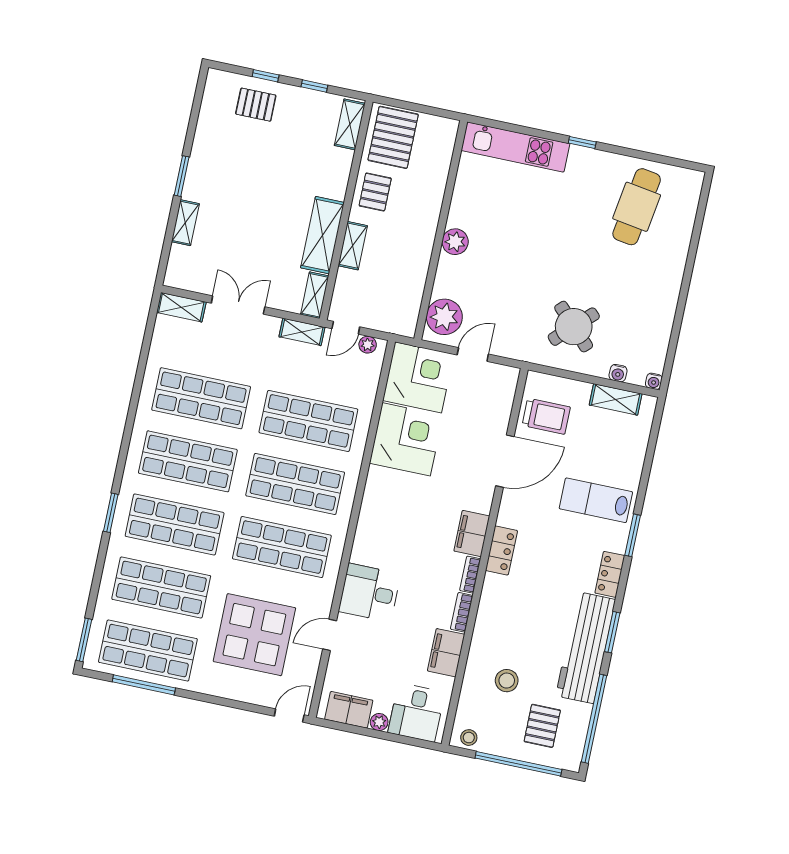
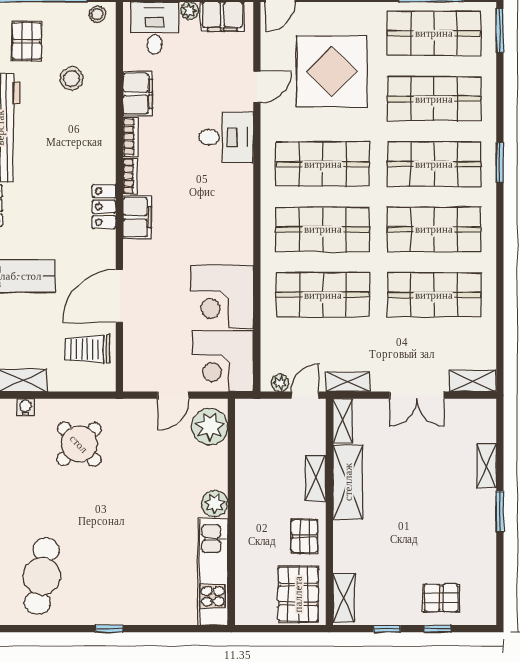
kitchen unit: (515, 147) -> (213, 572), moved, turned -90

